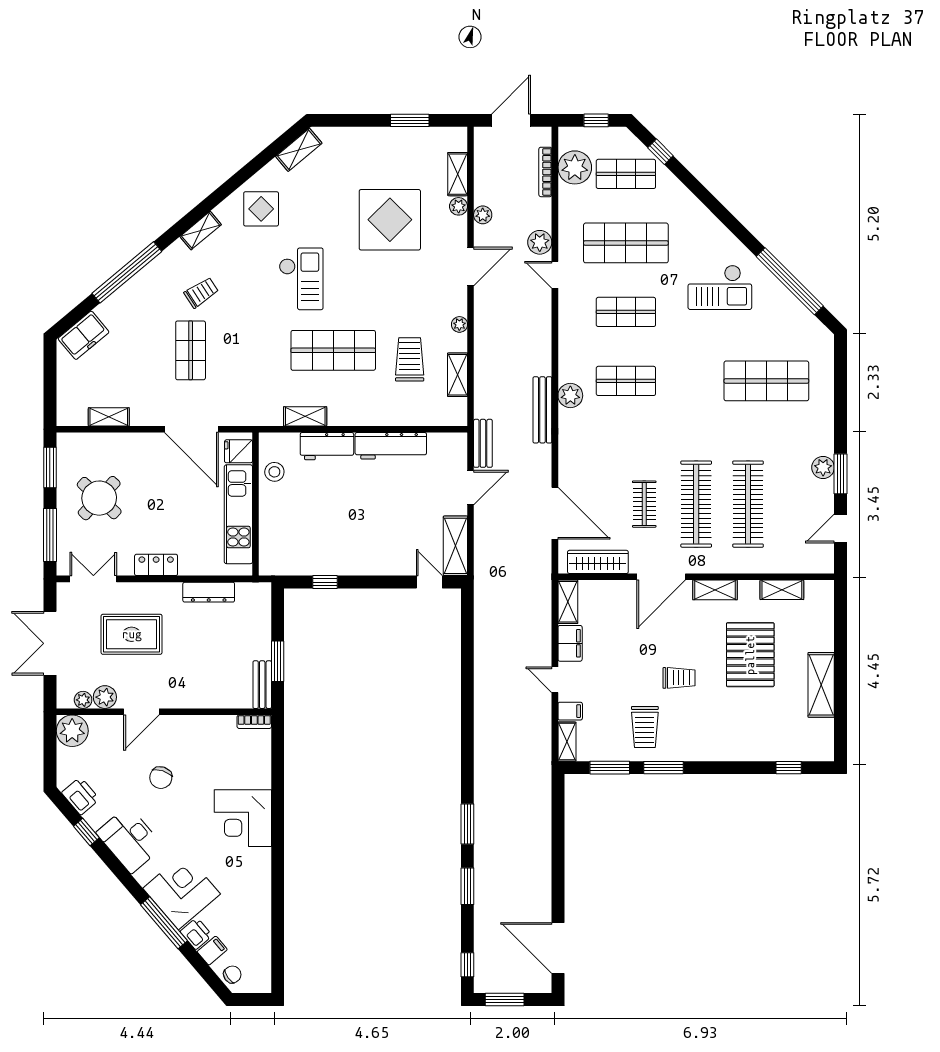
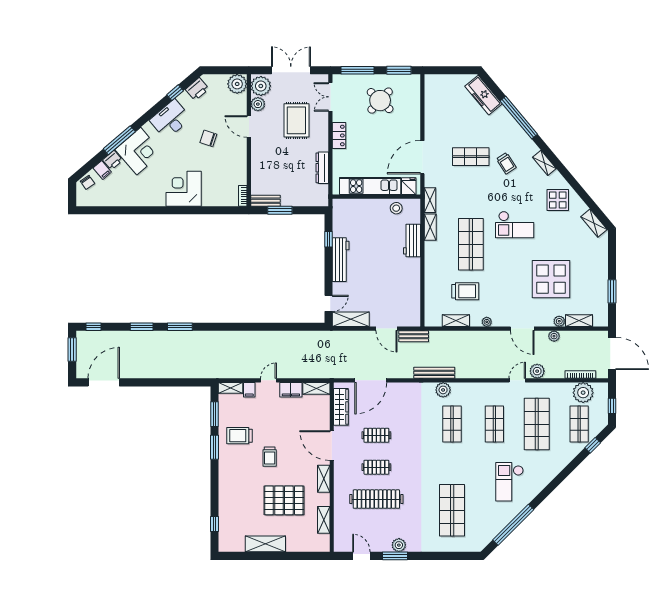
door: (511, 120) -> (612, 353), width x1.36
freezer: (84, 335) -> (483, 95), width x1.40
shelving: (109, 417) -> (430, 200), moved
workbench: (391, 446) -> (341, 260), moved, turned 180
clothes rail: (696, 504) -> (376, 467), width x0.54, depth x0.76
double door: (93, 579) -> (330, 97), swing flipped
plant: (83, 700) -> (261, 86), width x1.88, depth x1.88

